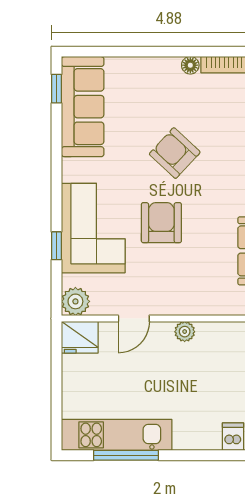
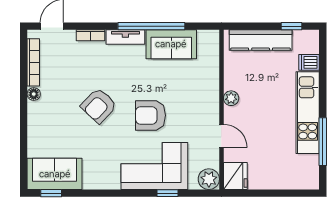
sofa: (83, 107) -> (55, 174), width x0.73
kitchen unit: (117, 435) -> (308, 113), moved

